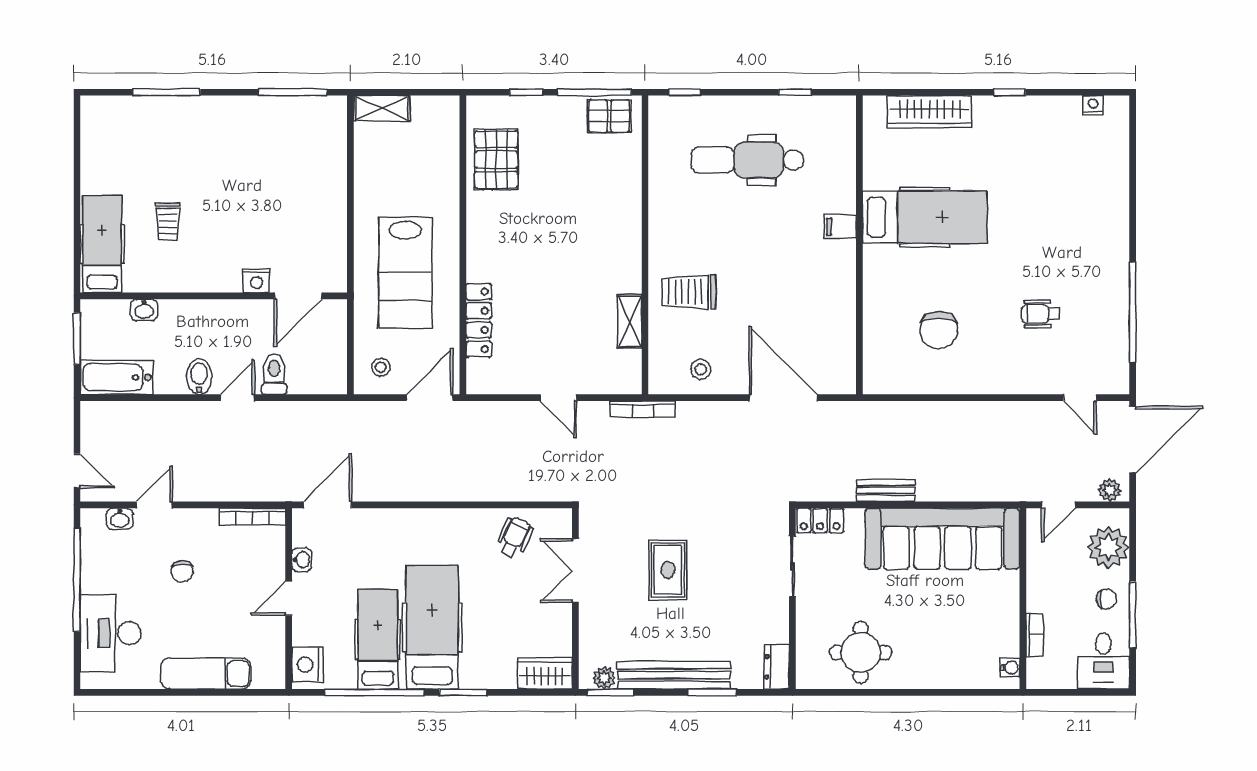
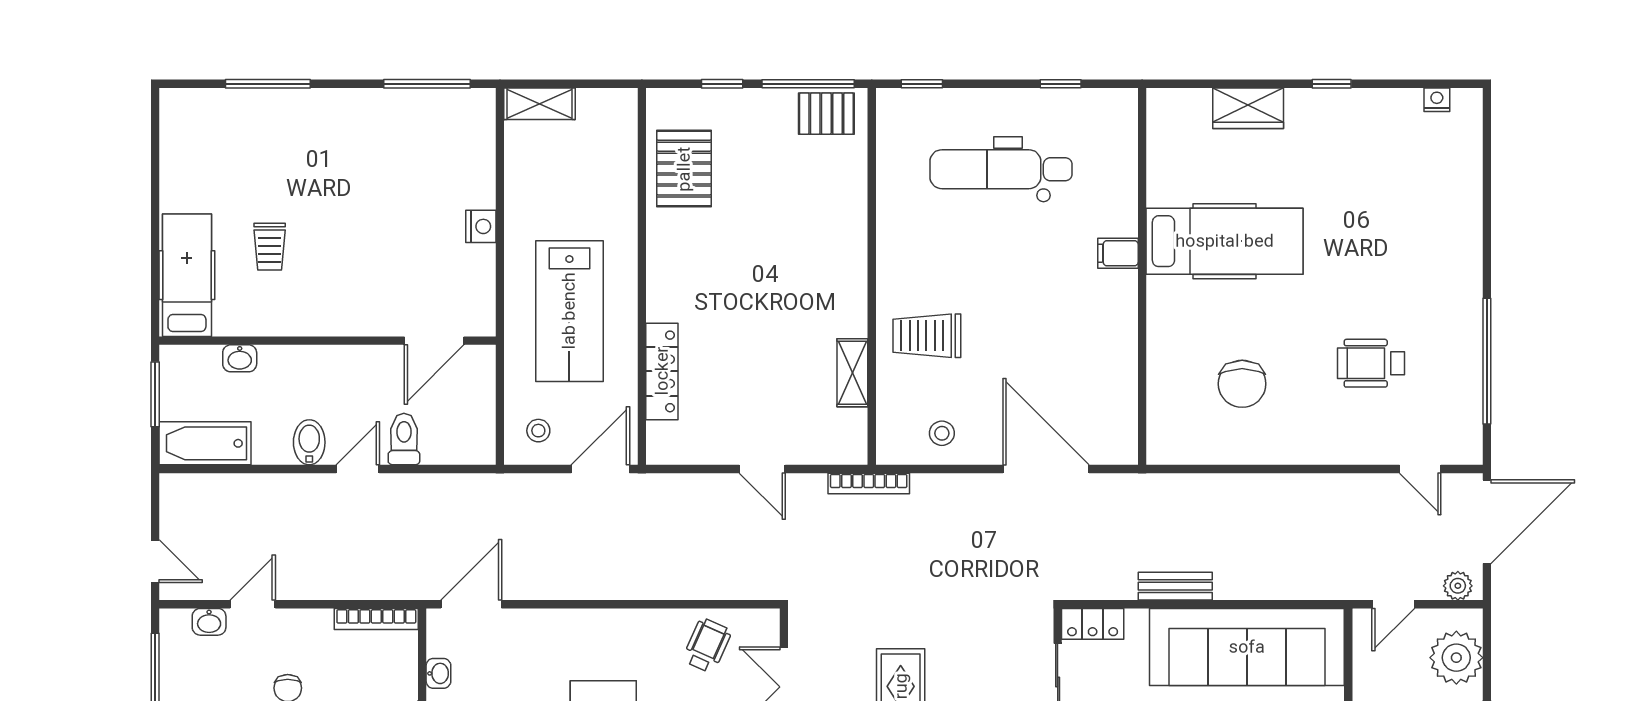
wardrobe: (930, 112) -> (1248, 108), width x0.67
nightstand: (256, 281) -> (481, 226), moved, turned -90
wheelchair: (1041, 314) -> (1371, 363), width x1.36, depth x1.37

